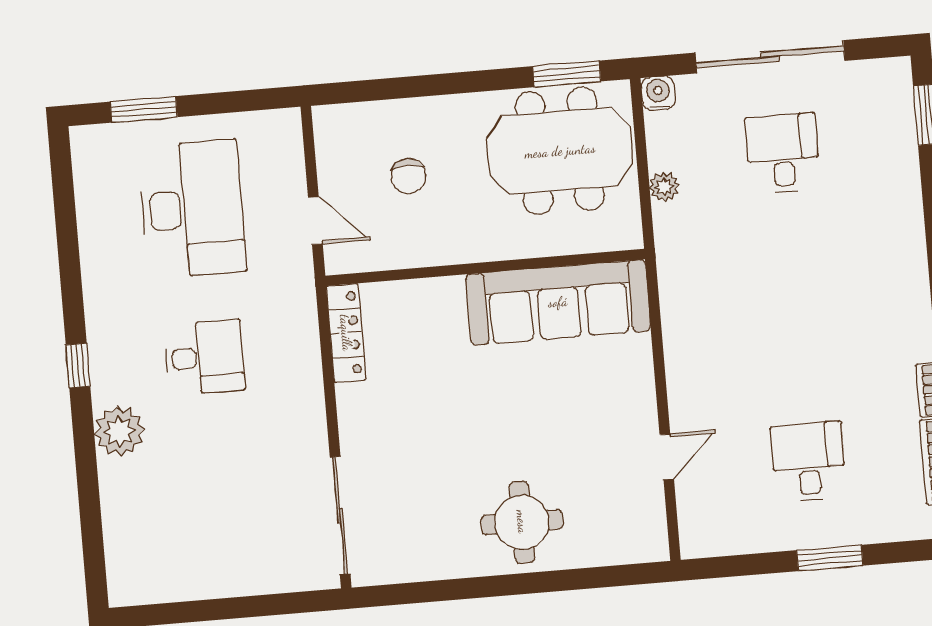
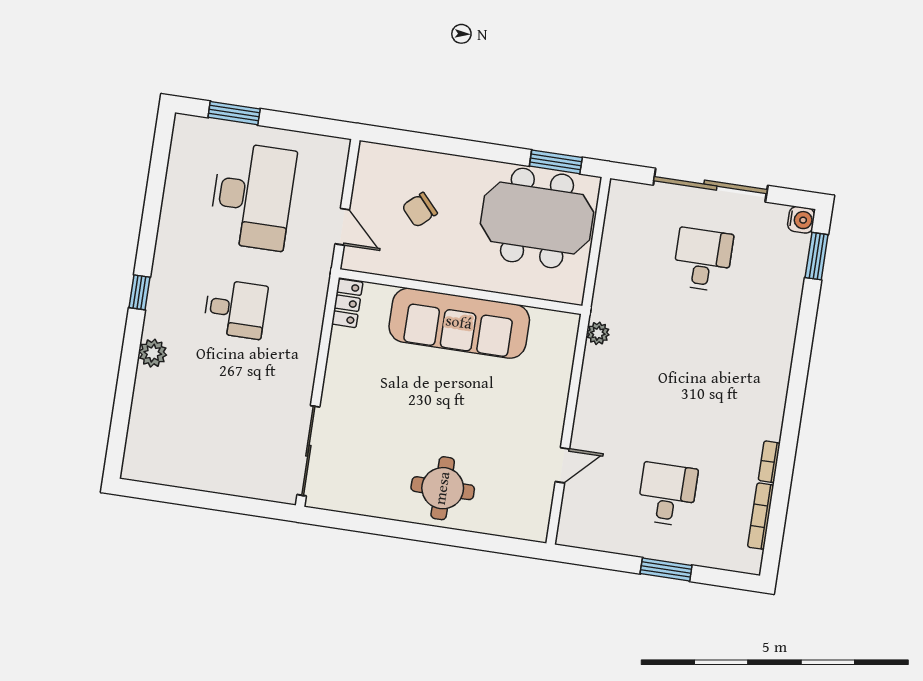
water cooler: (658, 93) -> (801, 220), moved, turned 90
chair: (408, 176) -> (420, 210), turned 48
plant: (664, 187) -> (598, 333), moved
sofa: (558, 302) -> (459, 323), moved
locker: (346, 333) -> (347, 303), width x0.66
plant: (119, 431) -> (153, 353), width x0.73, depth x0.73

